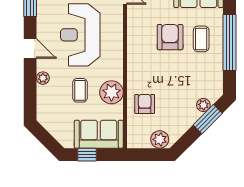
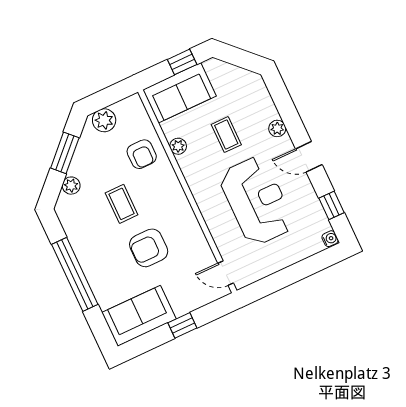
armchair: (170, 37) -> (149, 248), turned 90
coffee table: (201, 39) -> (122, 204), moved
plant: (111, 92) -> (178, 146), width x0.53, depth x0.53
window: (208, 119) -> (65, 153), moved

